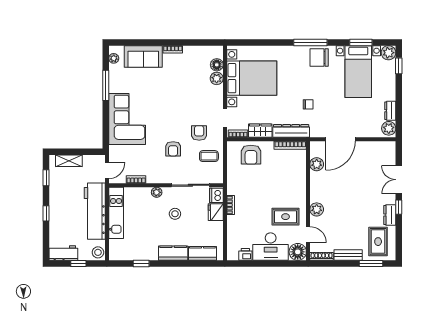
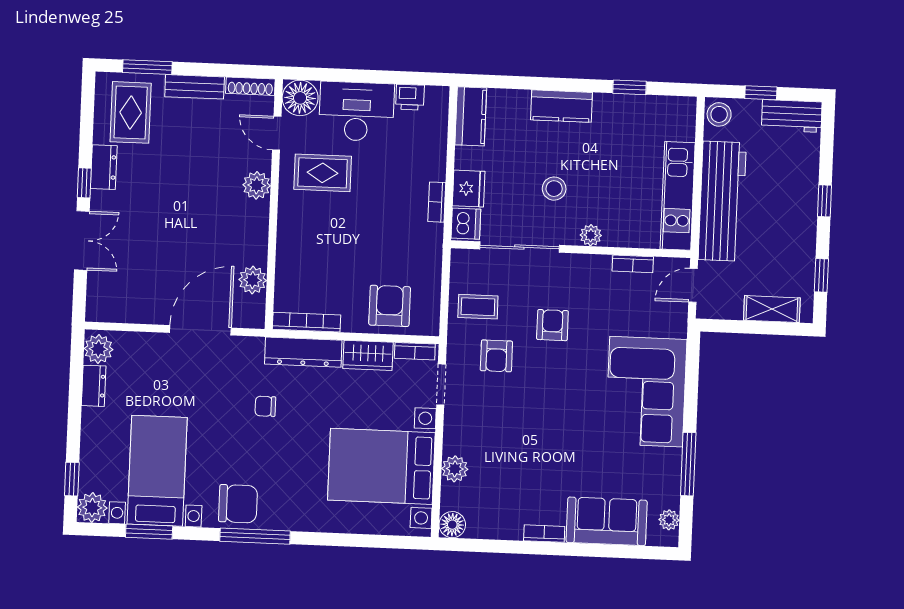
floor lamp: (217, 65) -> (452, 525), moved
kitchen counter: (202, 253) -> (471, 116), moved, turned -90

